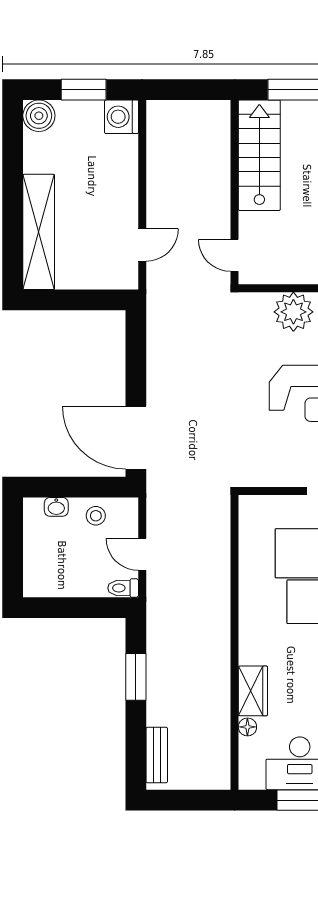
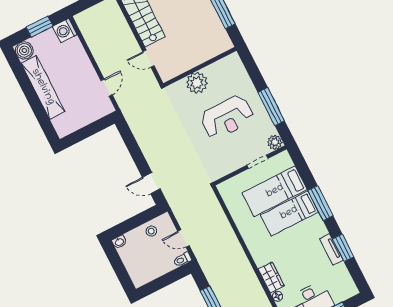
shelving: (39, 232) -> (43, 87), moved
door: (235, 255) -> (148, 59), moved
door: (136, 438) -> (151, 183), width x0.53
washbasin: (56, 507) -> (119, 242), moved

